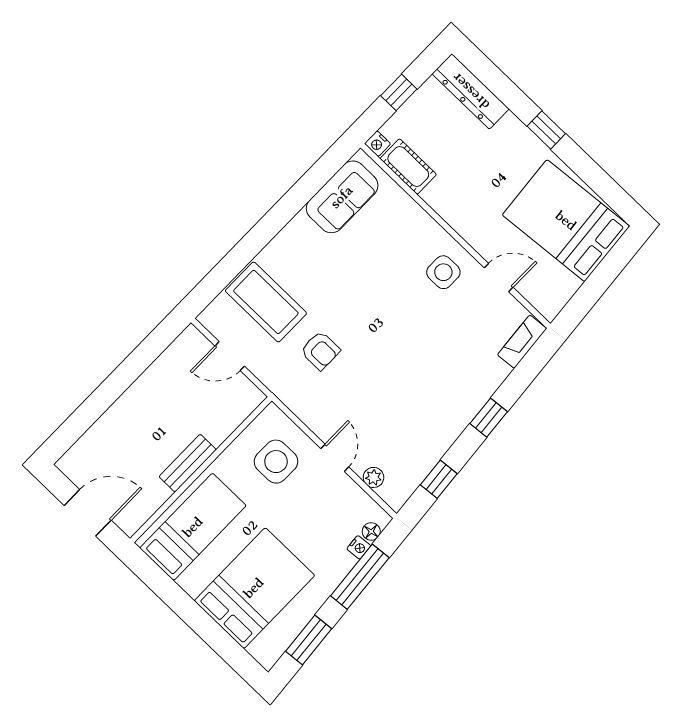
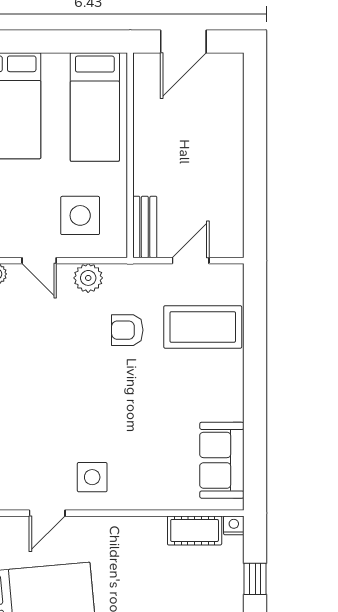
plant: (312, 413) -> (88, 278), added
bench: (188, 463) -> (145, 227), moved

